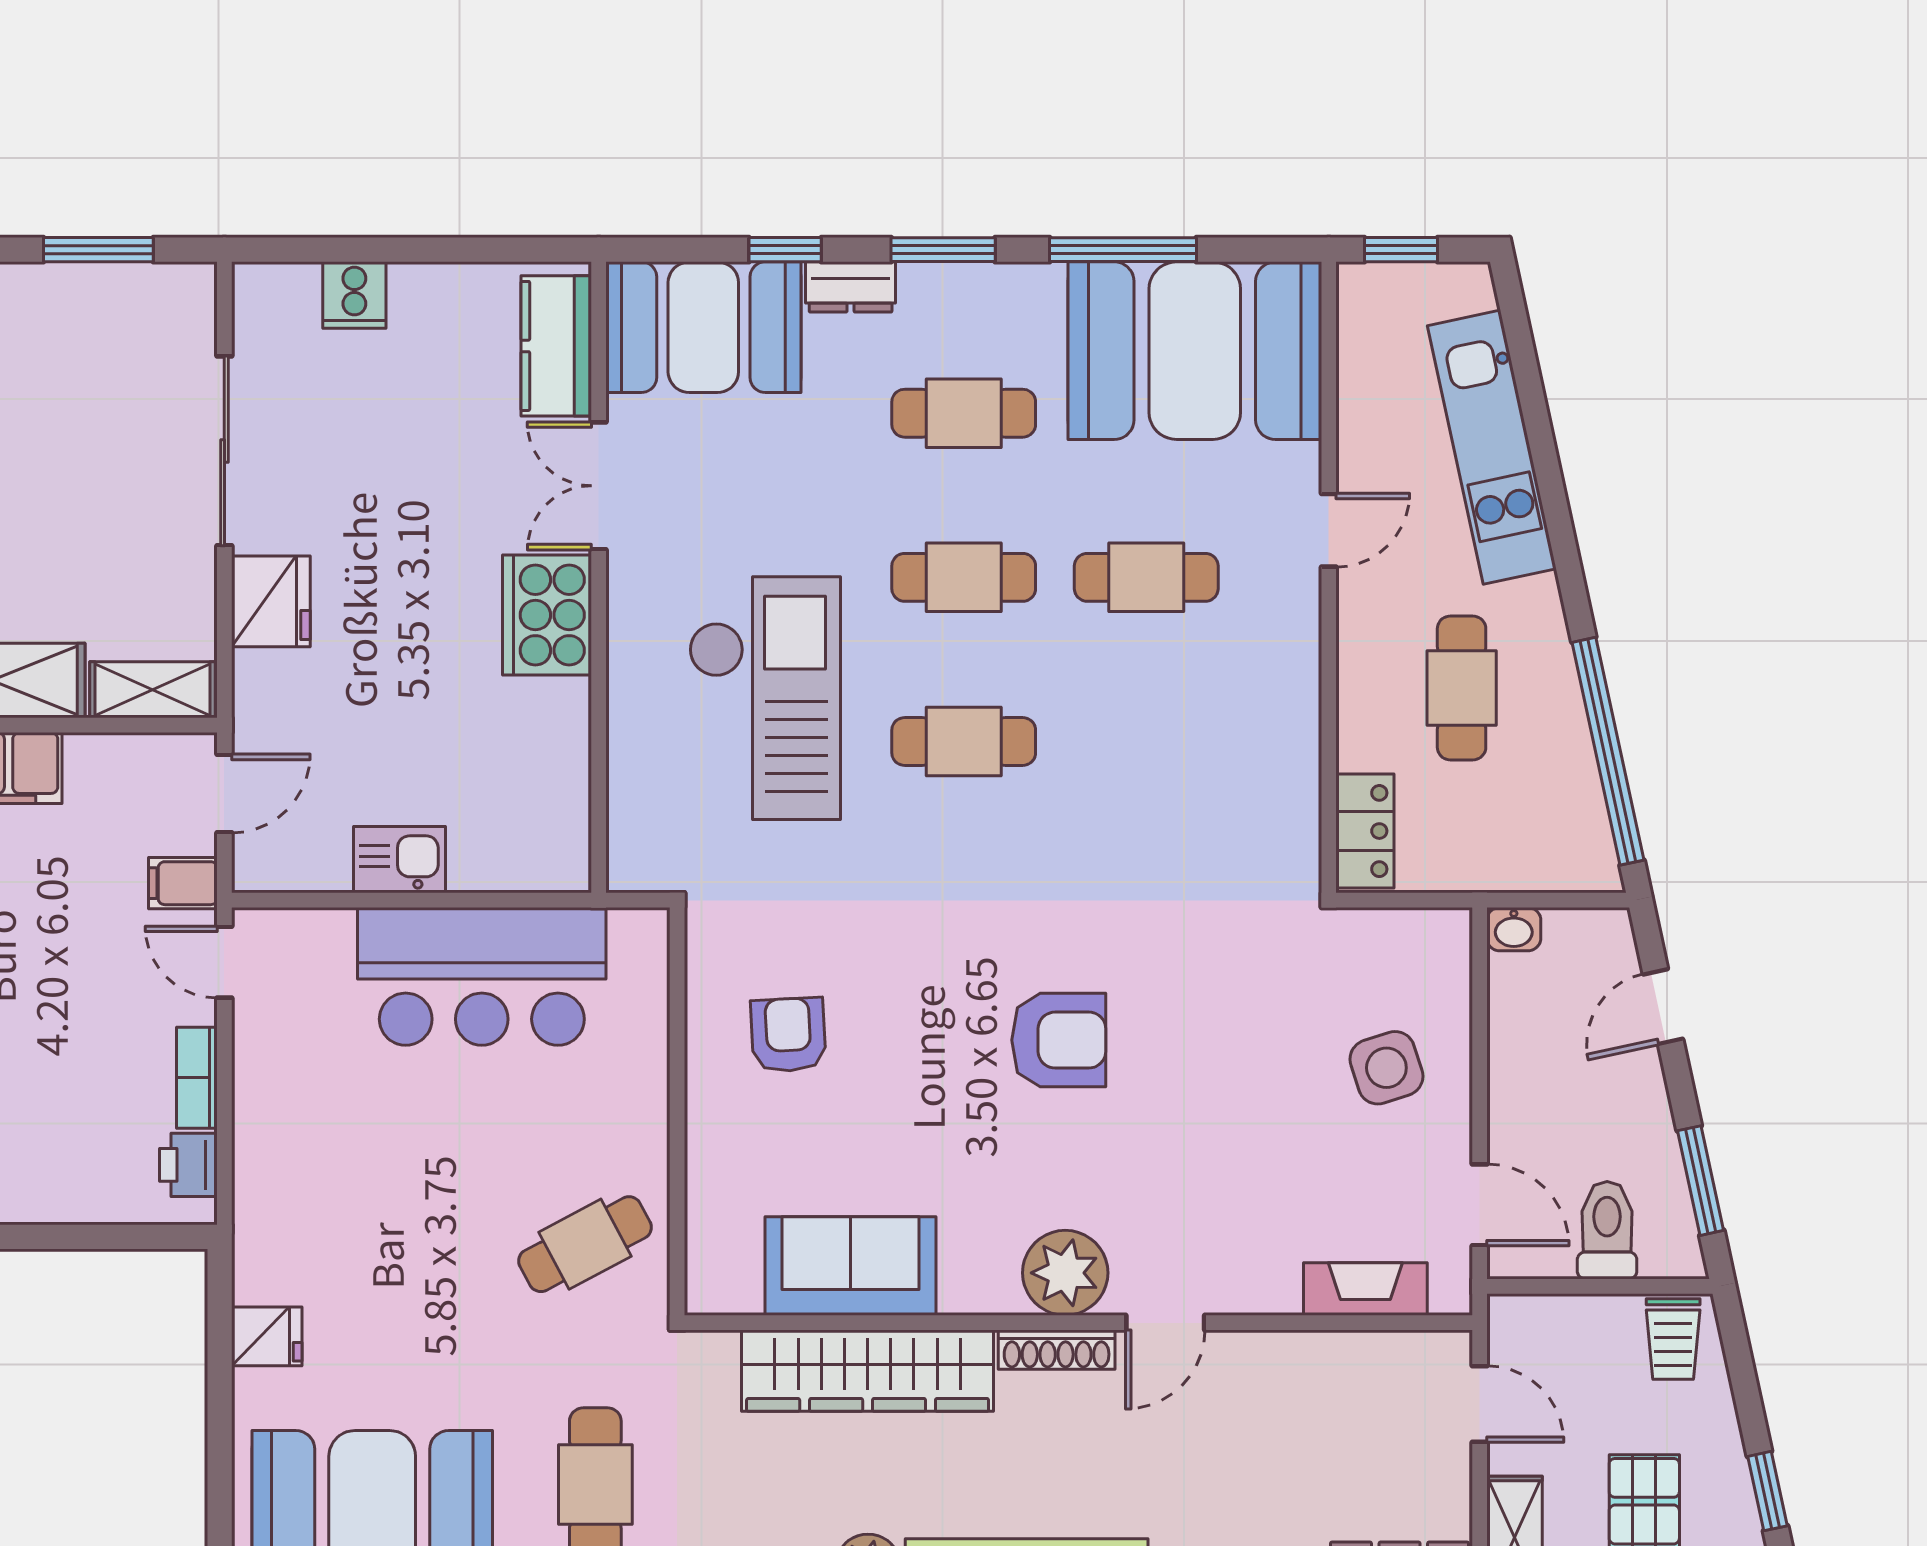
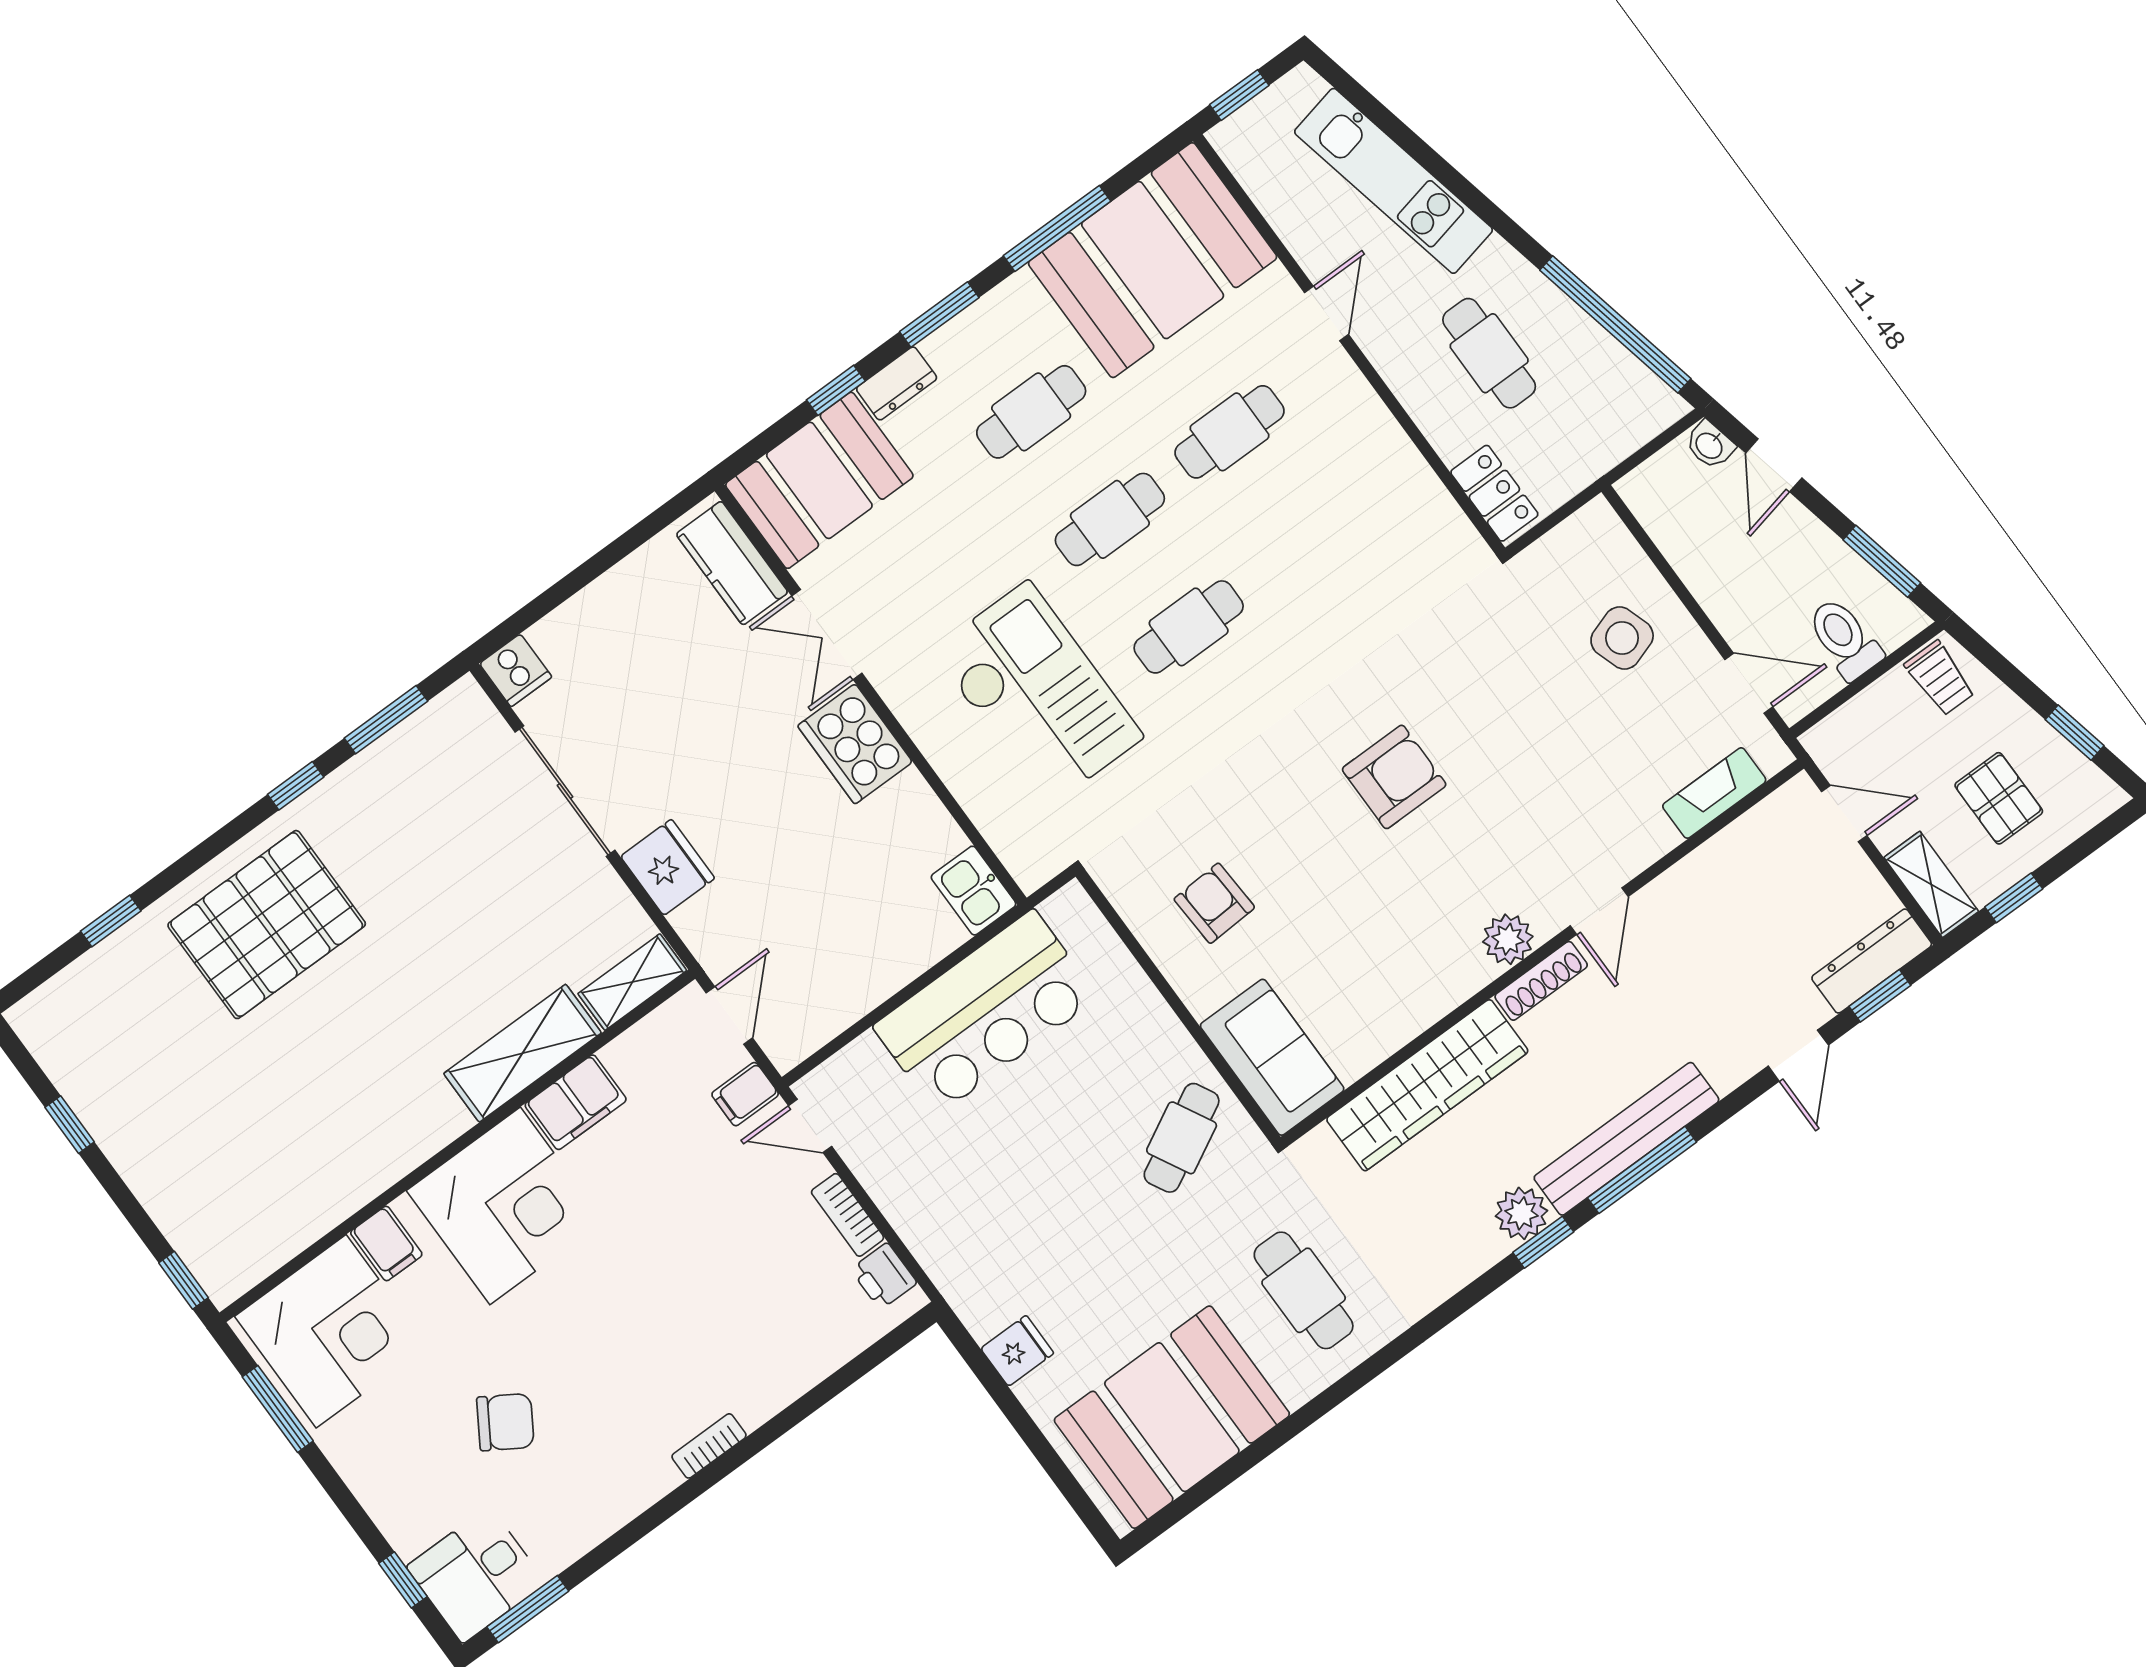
cooker: (354, 295) -> (516, 670), moved
kitchen sink: (399, 860) -> (973, 891), moved, turned -90
washbasin: (1514, 929) -> (1710, 445), moved, turned 78
sofa: (851, 1266) -> (1272, 1057), moved, turned 90
plant: (1065, 1273) -> (1508, 939), width x0.73, depth x0.73

